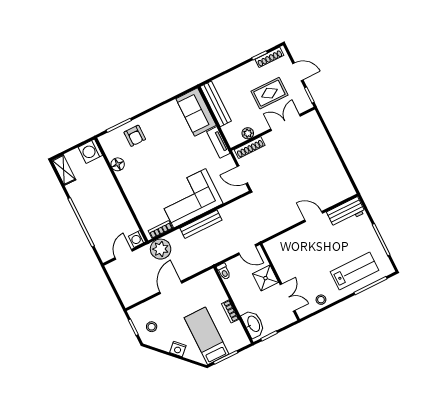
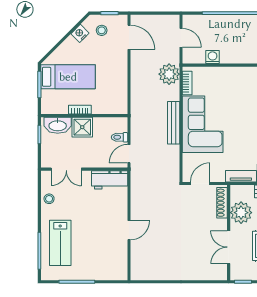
double door: (286, 122) -> (229, 247), swing flipped
plant: (248, 133) -> (241, 213), width x1.87, depth x1.87
workbench: (346, 212) -> (110, 180), moved, turned -90
washing machine: (137, 239) -> (213, 57), moved
toilet: (224, 272) -> (119, 137), moved
shower: (266, 278) -> (82, 127), moved
door: (171, 287) -> (129, 37), moved
nightstand: (178, 349) -> (80, 33), moved

